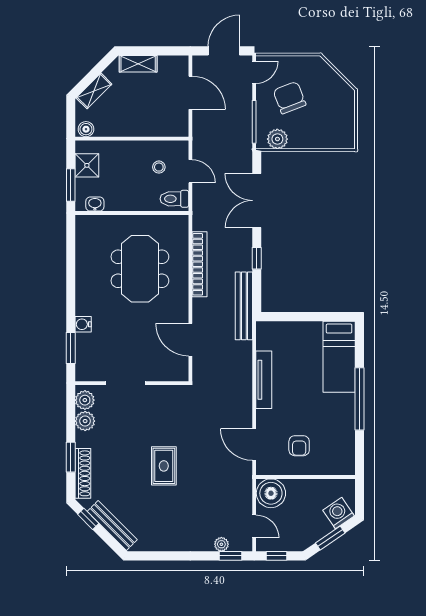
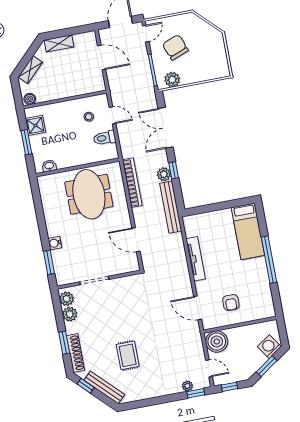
washbasin: (95, 204) -> (49, 166), moved
wall: (132, 213) -> (78, 167), moved
plant: (243, 261) -> (164, 174), added
rug: (164, 466) -> (128, 355), moved

